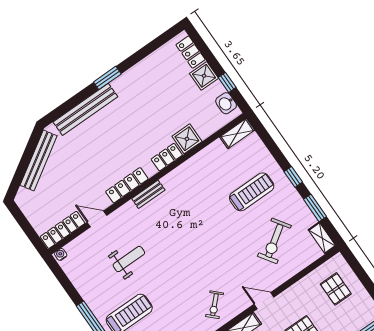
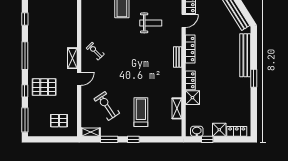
shelving: (237, 134) -> (177, 108), moved
treadmill: (252, 192) -> (141, 112), turned 180
weight bench: (129, 259) -> (151, 23), turned -90

